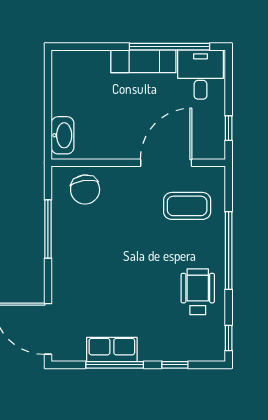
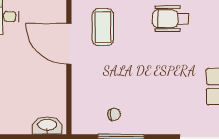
chair: (85, 190) -> (114, 114), moved, width x0.54, depth x0.54

